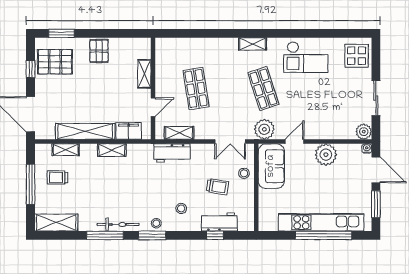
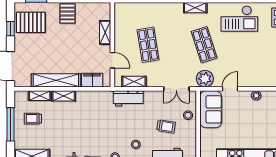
door: (153, 107) -> (112, 60), hinge flipped
shelving: (112, 150) -> (64, 96), moved
plant: (326, 155) -> (256, 95), width x0.53, depth x0.53

